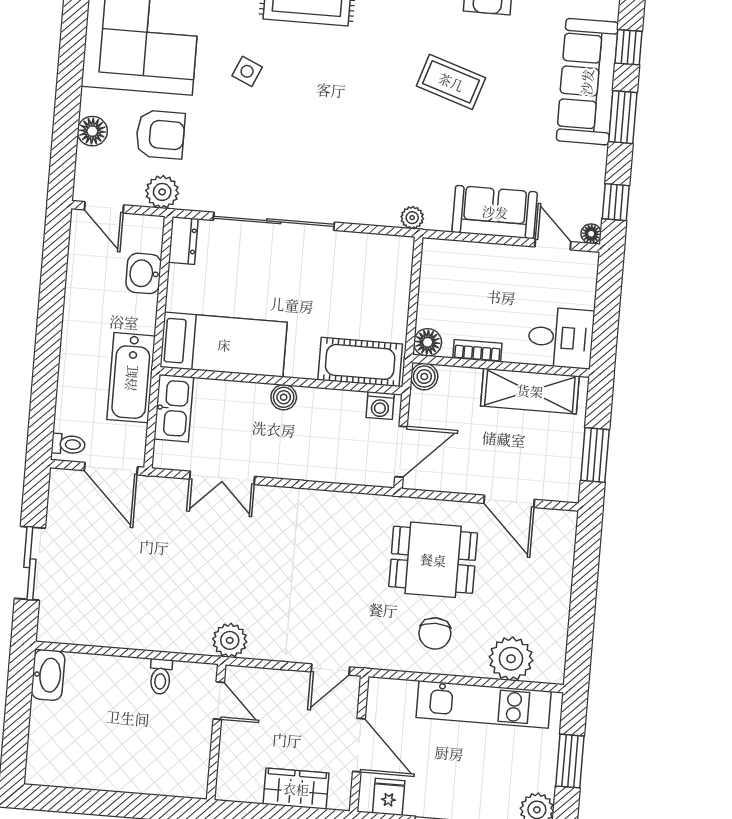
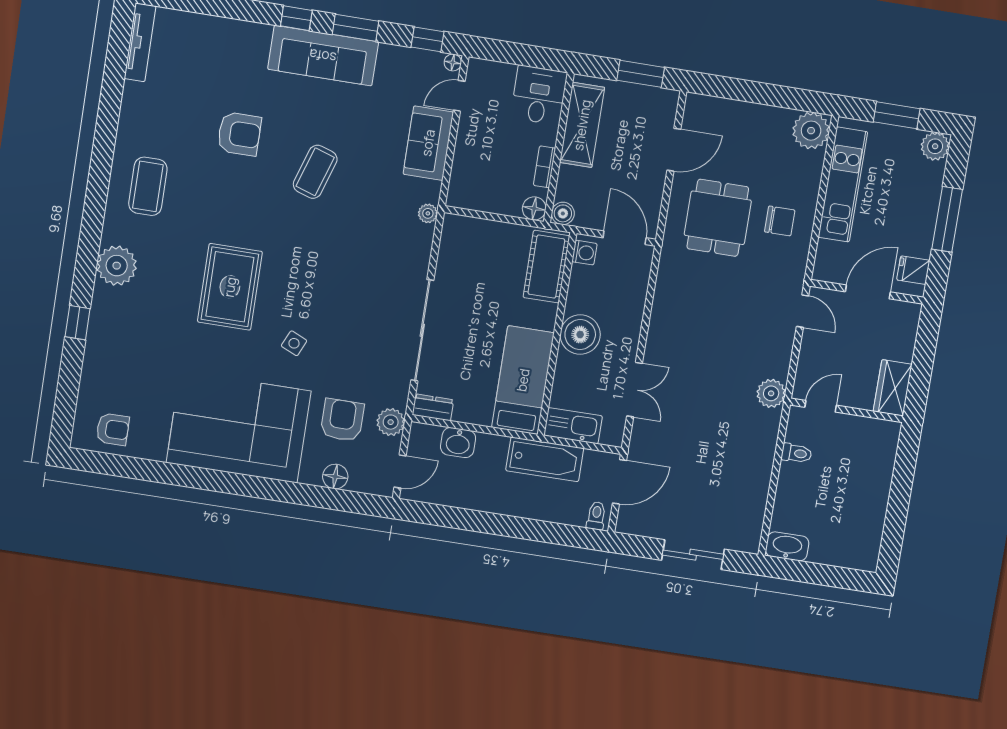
boiler: (284, 397) -> (580, 335), width x1.86, depth x1.86
plant: (511, 659) -> (811, 131), moved
wardrobe: (296, 789) -> (893, 388), moved

